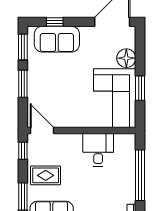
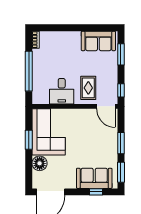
rug: (46, 175) -> (88, 88), moved, turned 90

